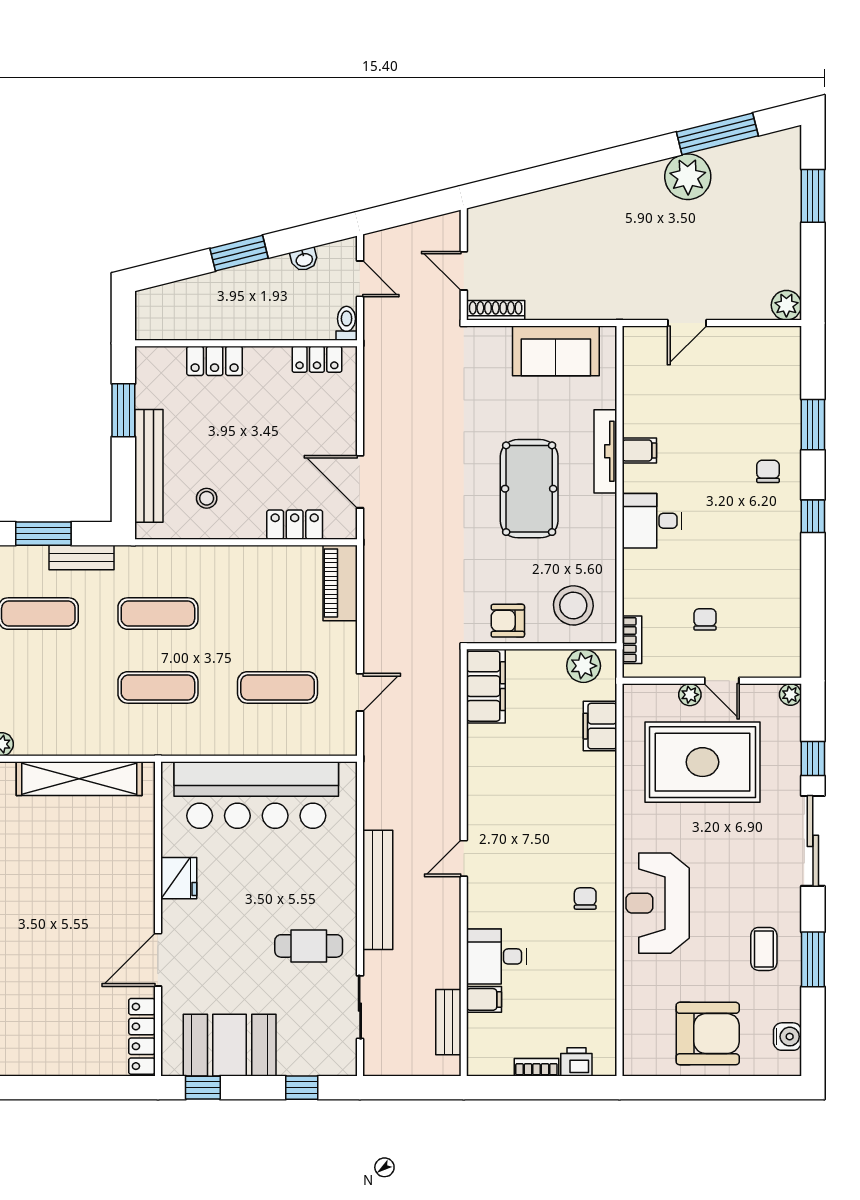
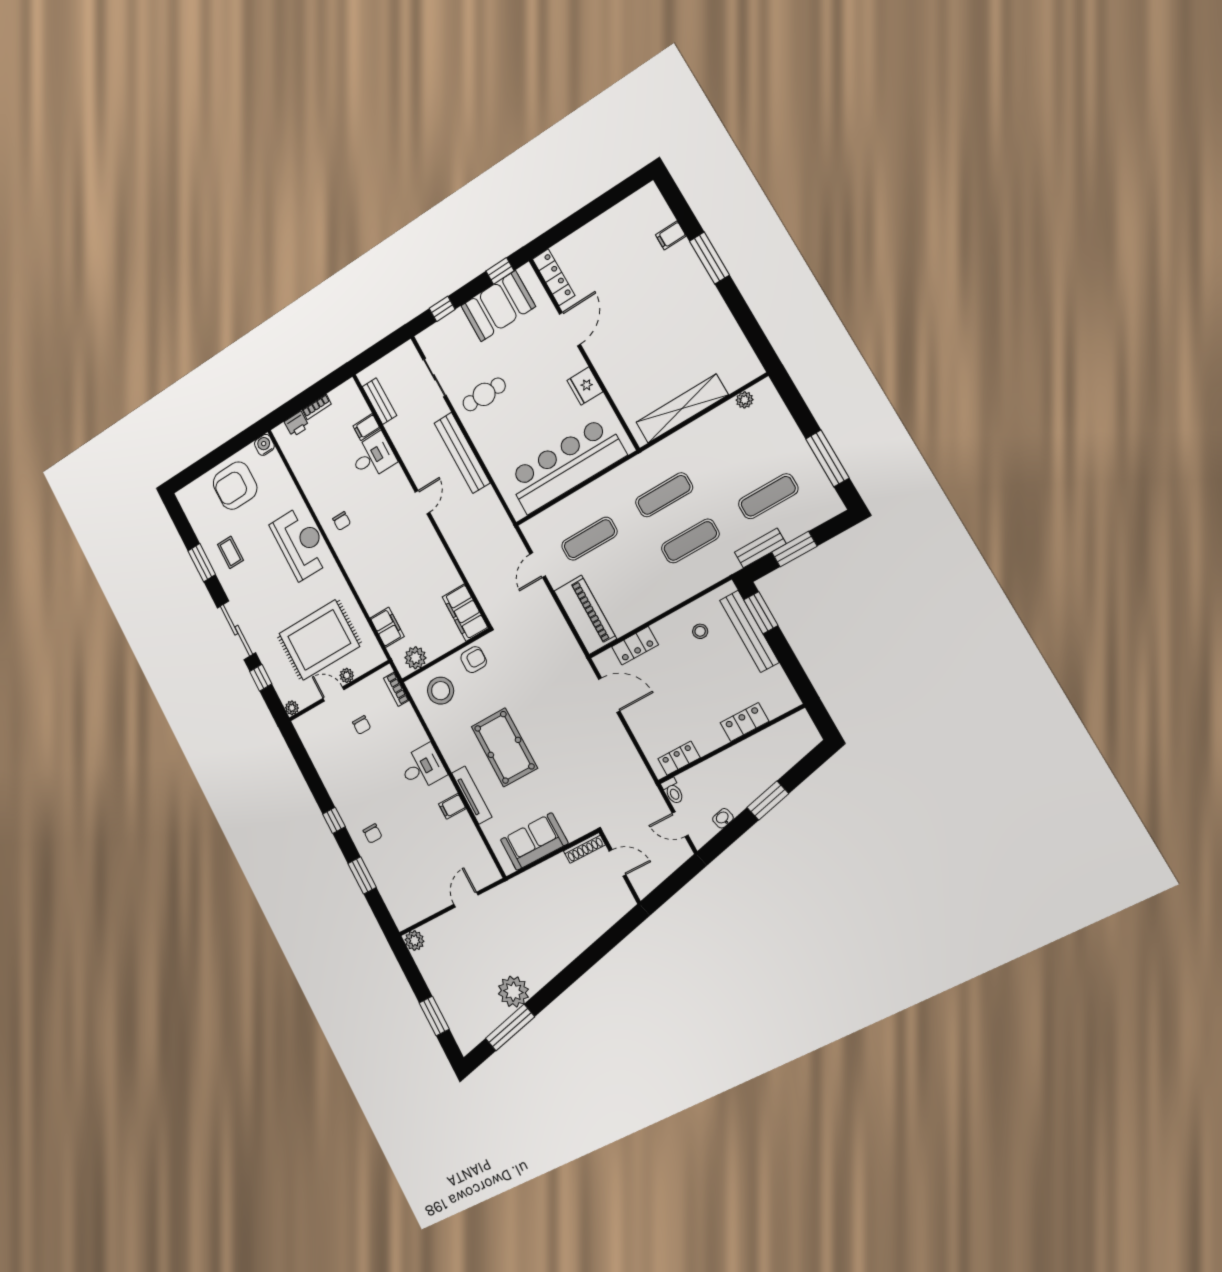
window: (123, 410) -> (761, 613), moved
piano: (340, 583) -> (585, 615), width x1.37, depth x1.33
water cooler: (787, 1037) -> (264, 445), moved, turned 90

